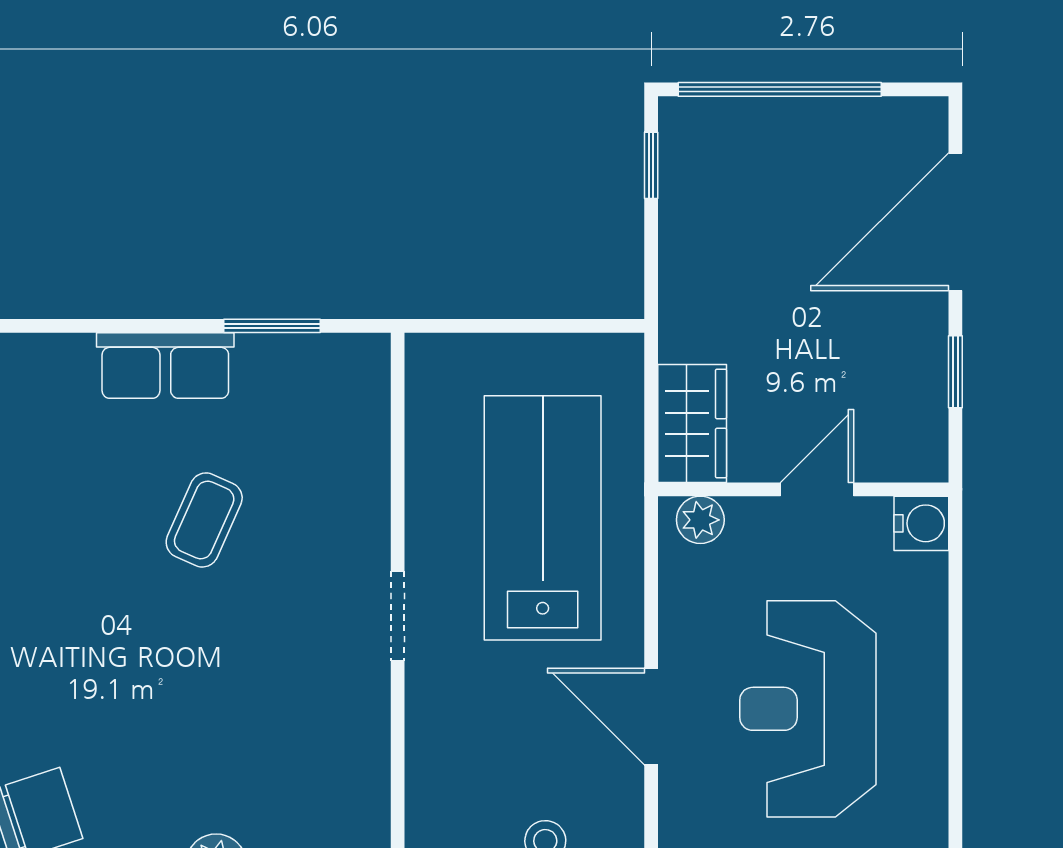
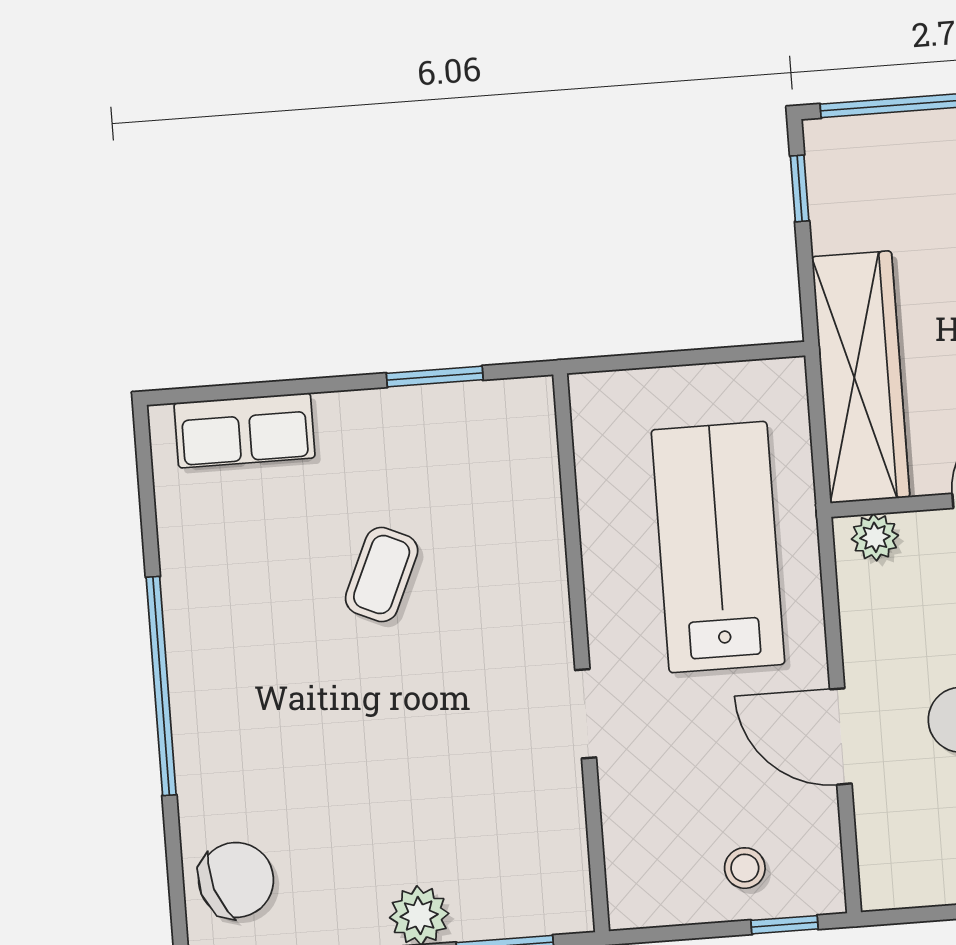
row of seats: (165, 366) -> (244, 430), moved
wardrobe: (692, 424) -> (861, 377), width x2.10, depth x1.17
doorway: (398, 616) -> (586, 714), moved

